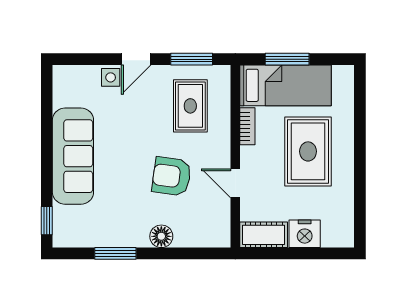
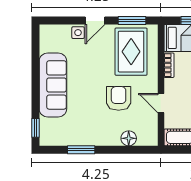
rug: (190, 106) -> (131, 52), width x1.36, depth x1.43
armchair: (172, 176) -> (119, 98), turned 82
floor lamp: (161, 236) -> (129, 138), moved

